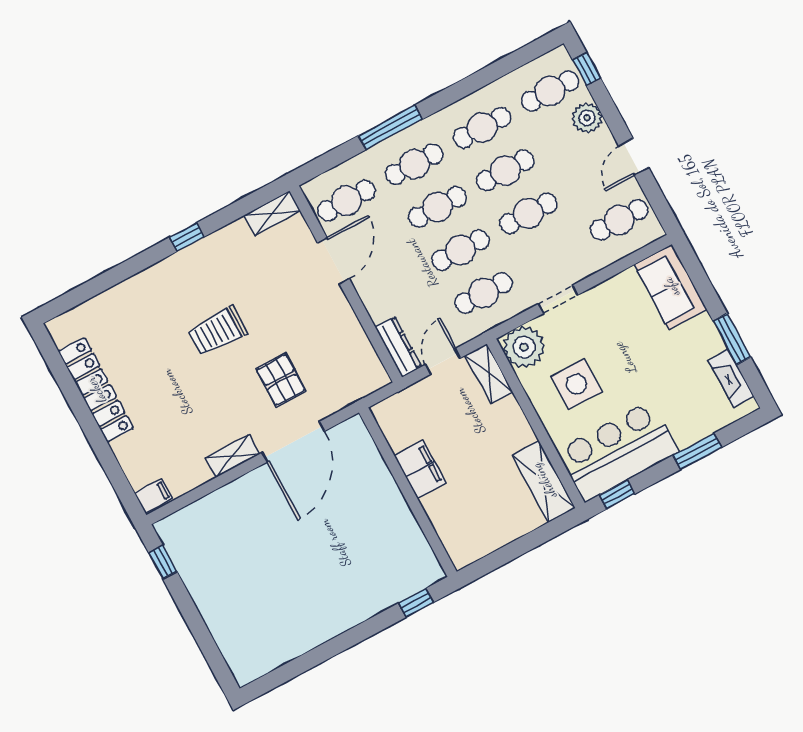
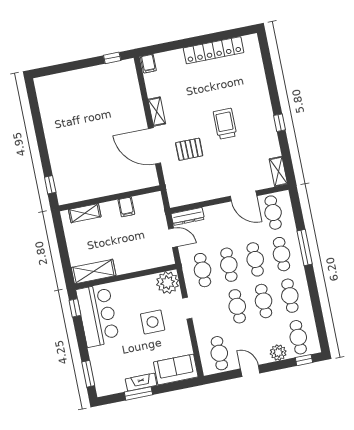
shelving: (489, 374) -> (85, 213), moved
fireplace: (731, 378) -> (141, 382), moved
side table: (577, 384) -> (153, 322), moved
window: (697, 451) -> (88, 374), moved
filing cabinet: (420, 469) -> (126, 207), width x0.50

